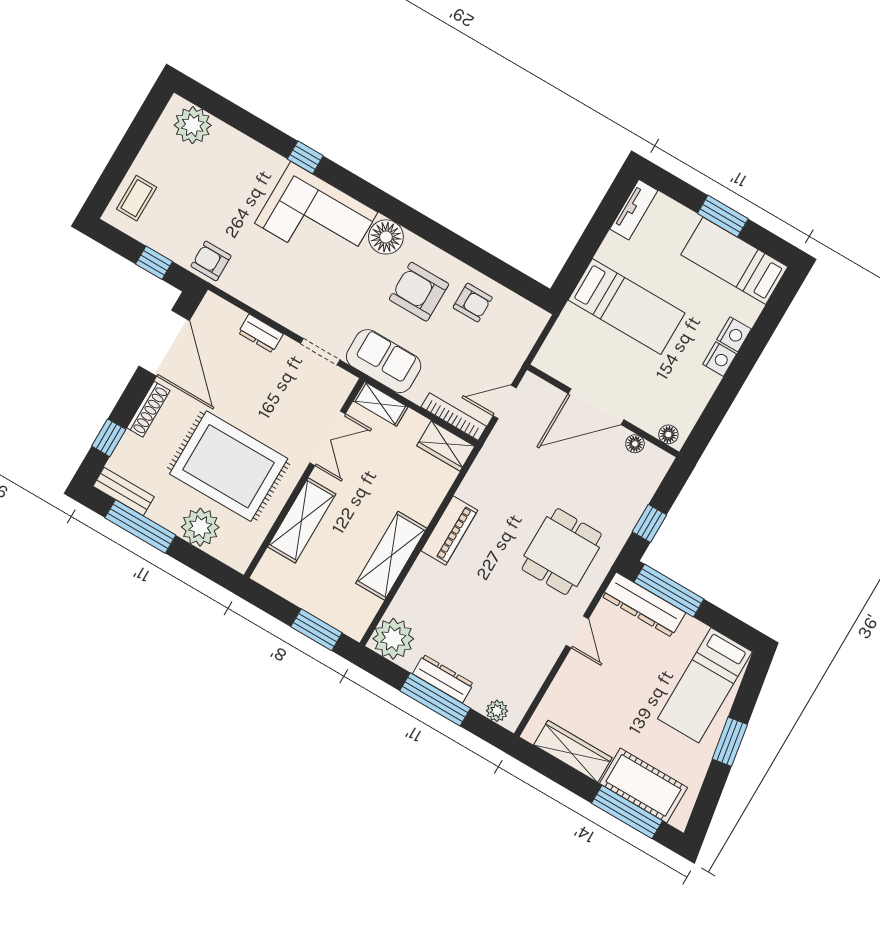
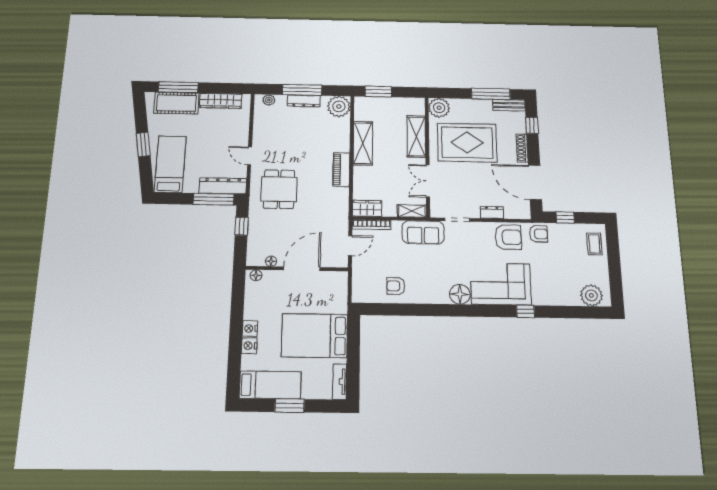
armchair: (419, 292) -> (508, 237), moved
bed: (626, 306) -> (315, 336), width x1.50
plant: (200, 527) -> (439, 108), moved

